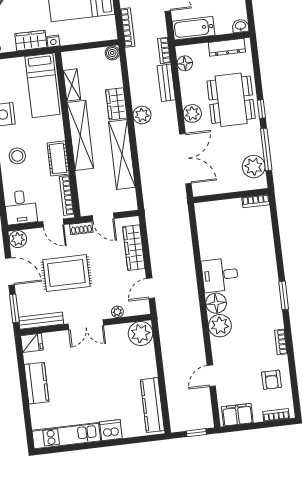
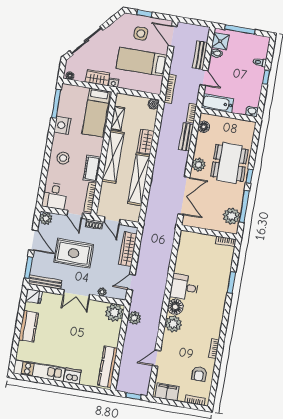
dresser: (227, 47) -> (238, 124), removed
plant: (142, 115) -> (134, 318), moved
window: (284, 295) -> (231, 282), moved

